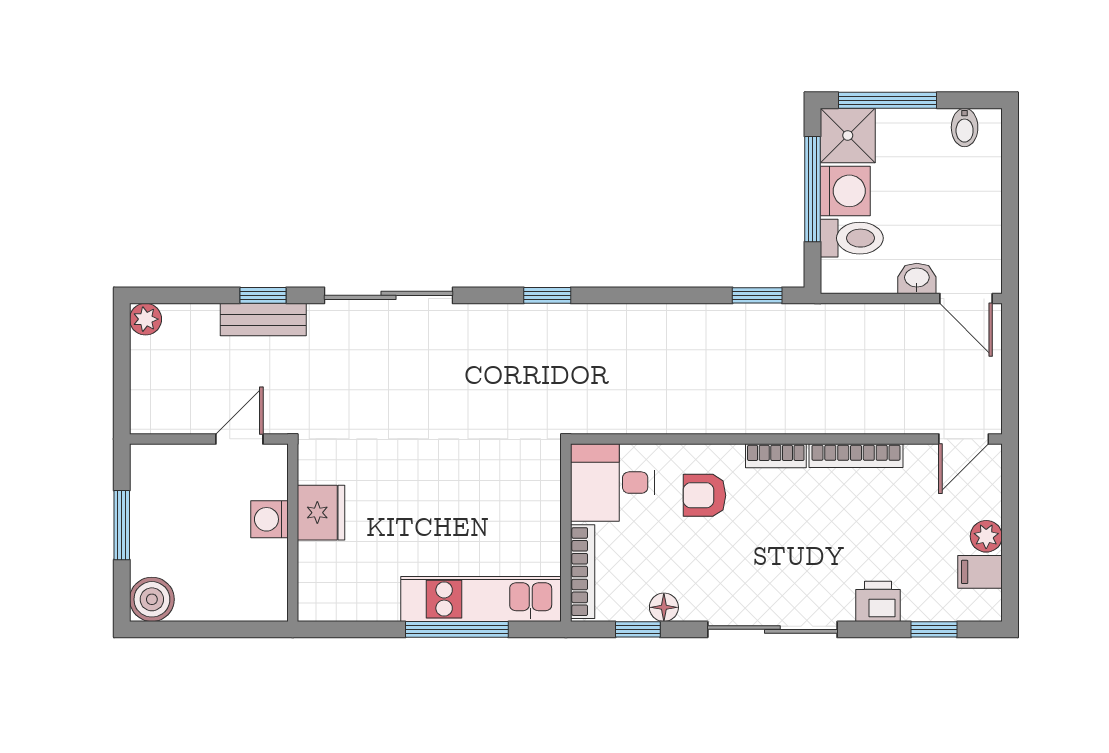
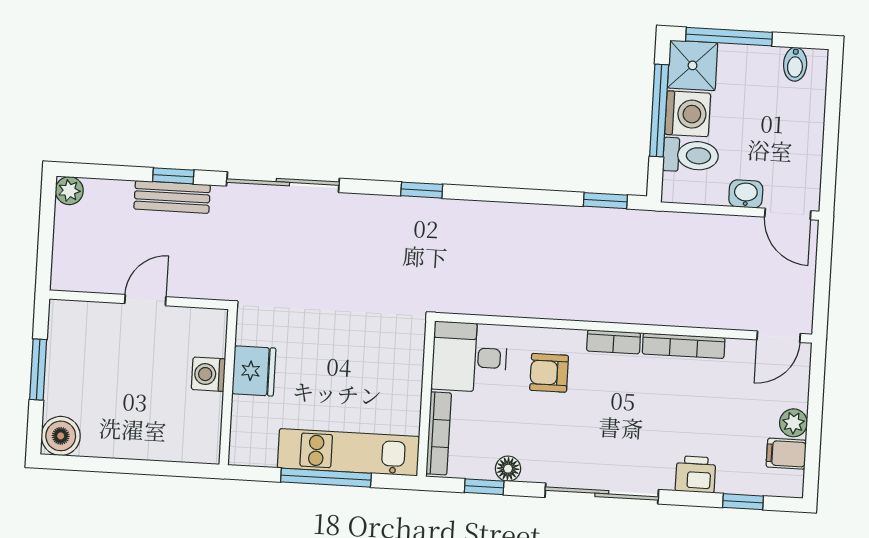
fridge: (321, 513) -> (254, 371), moved
washing machine: (269, 519) -> (208, 374), moved
wall: (293, 533) -> (228, 387), moved

